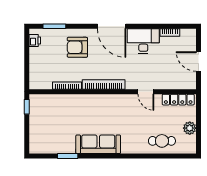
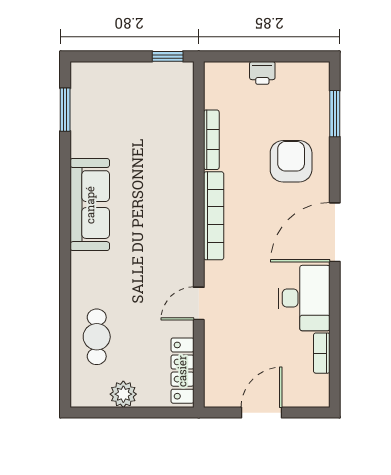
printer: (35, 41) -> (262, 73), moved
window: (68, 156) -> (65, 110), moved

